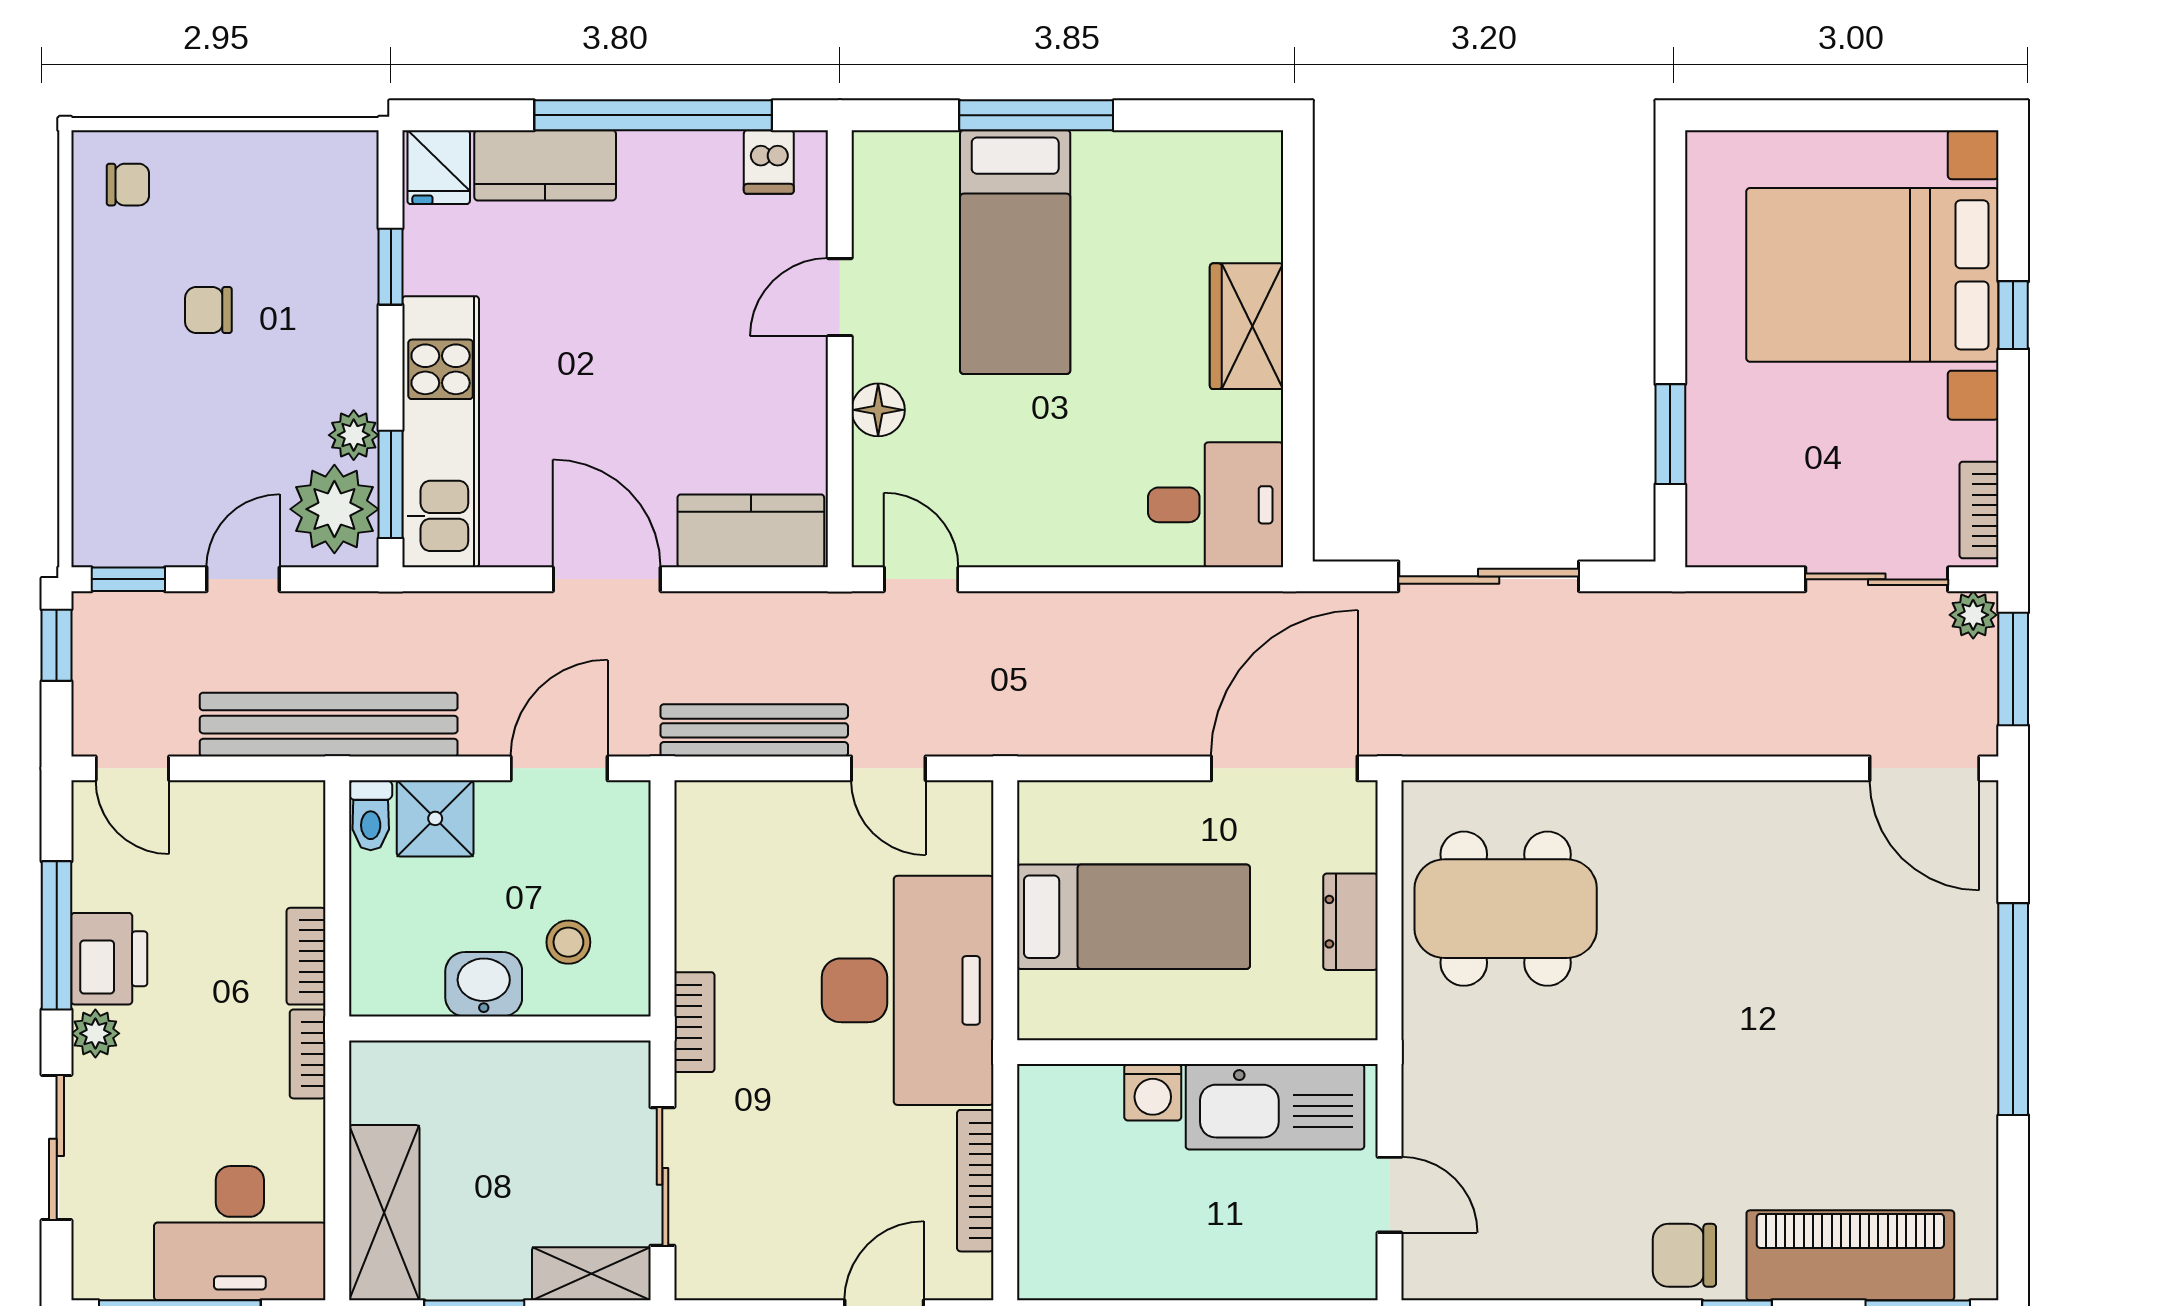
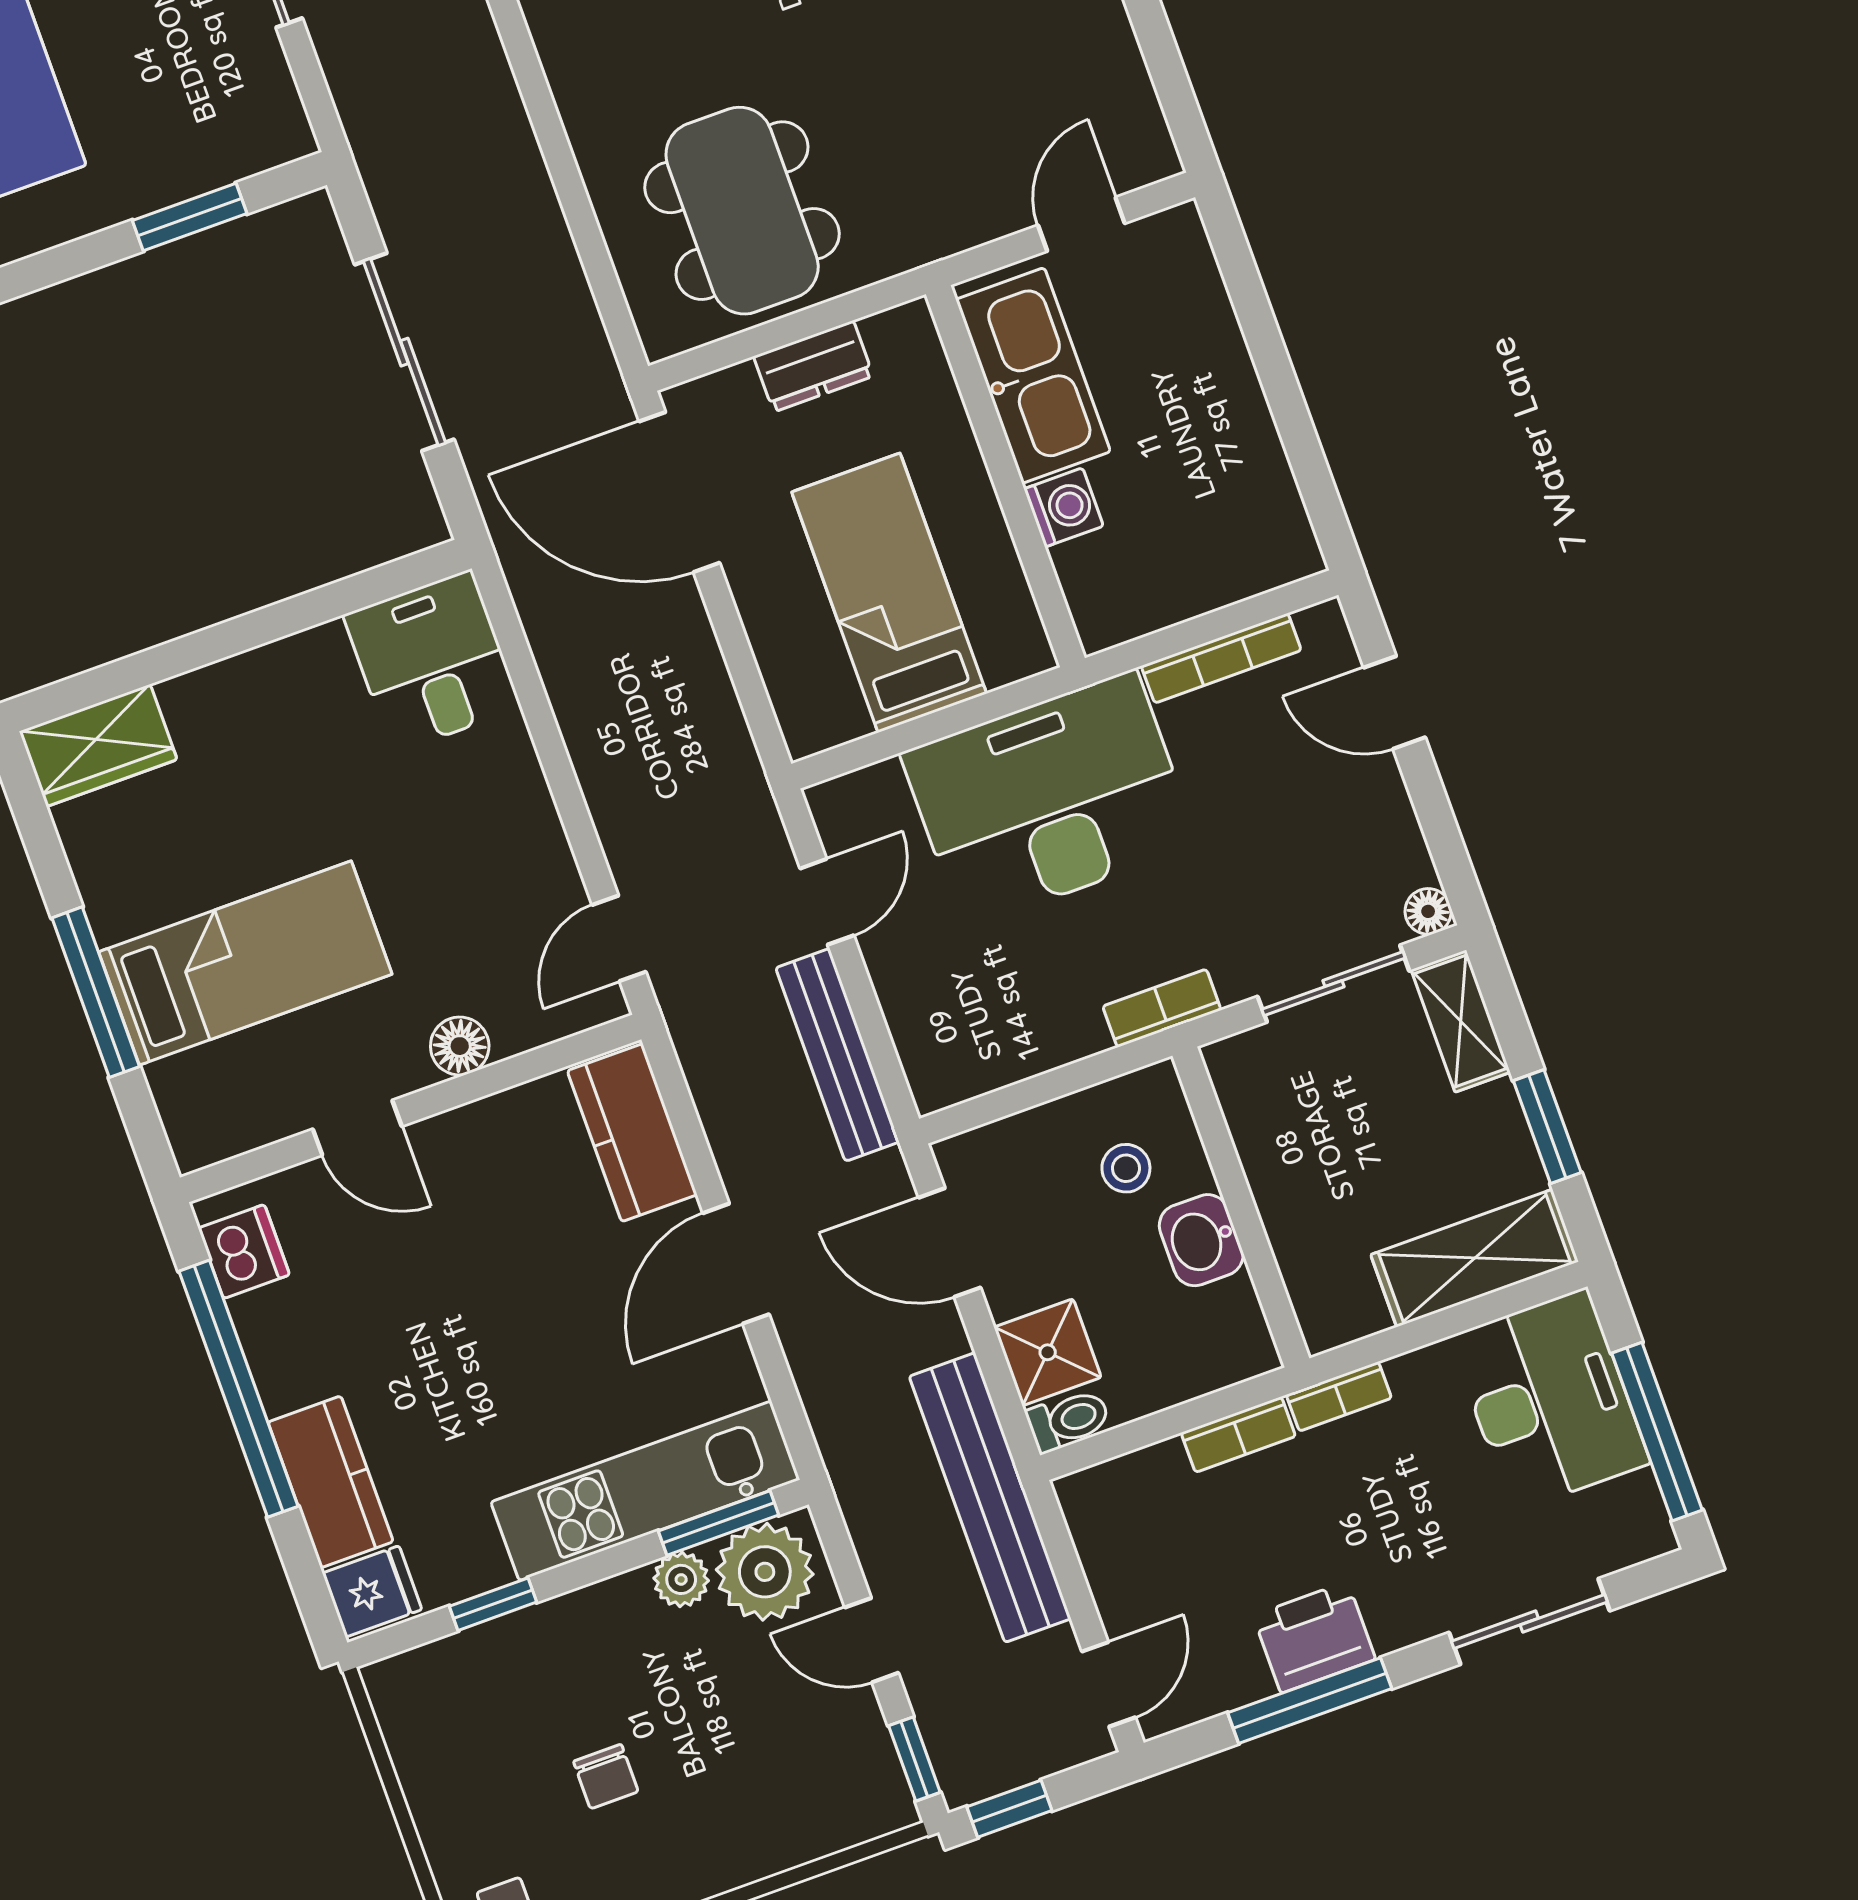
dishwasher: (769, 162) -> (244, 1252), width x1.38
wardrobe: (1247, 326) -> (98, 745), moved
plant: (95, 1033) -> (1397, 1624), removed
floor lamp: (695, 1280) -> (1428, 911), added

